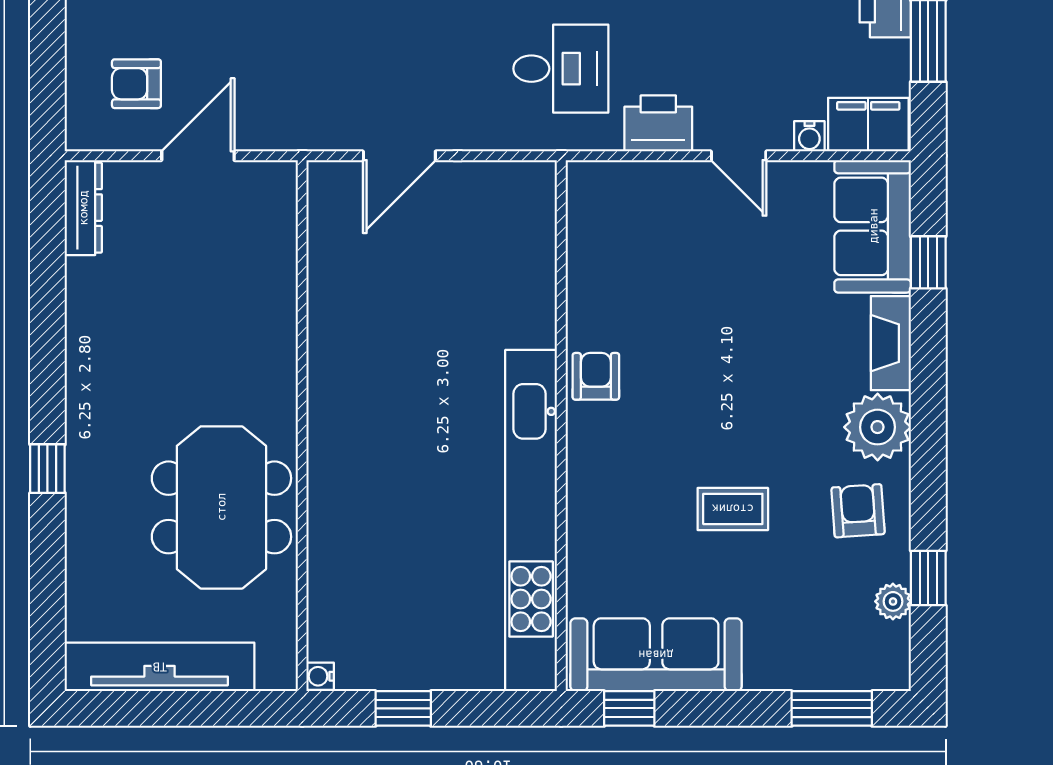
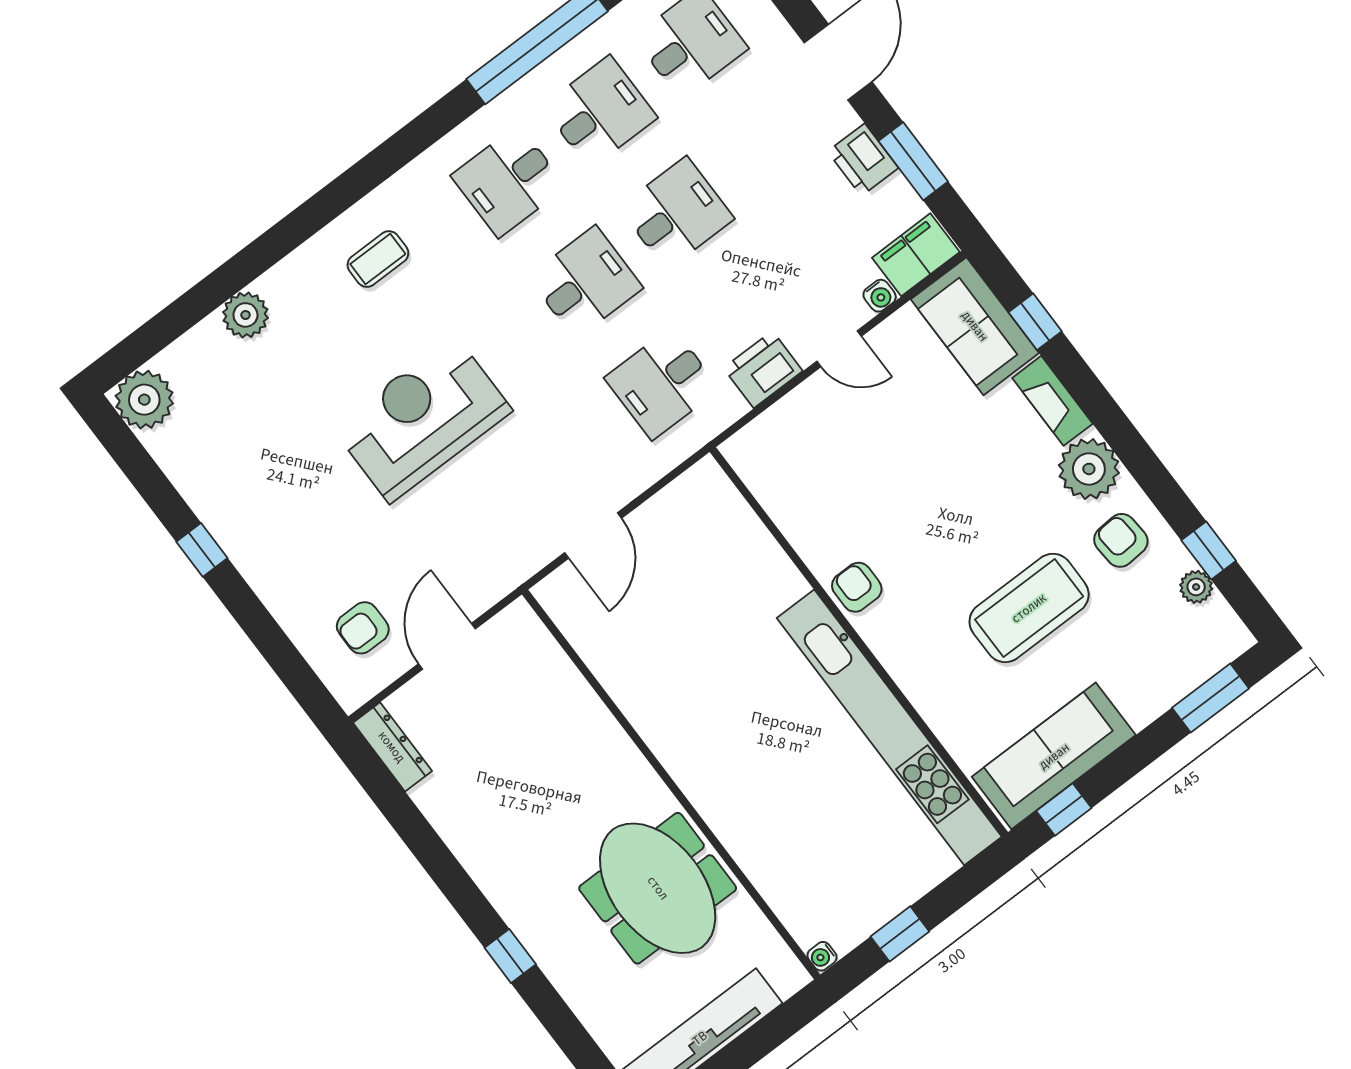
desk: (561, 69) -> (662, 383), turned 180
coffee table: (733, 509) -> (1029, 608), width x1.86, depth x1.72

